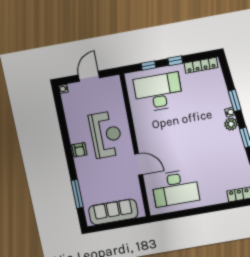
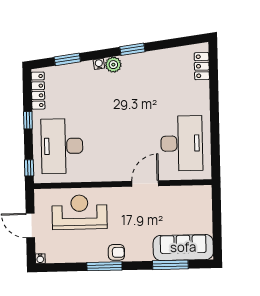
window: (149, 66) -> (29, 168), moved
window: (235, 100) -> (67, 59), moved
reception desk: (106, 135) -> (79, 212), moved
window: (66, 142) -> (104, 266), added
sofa: (113, 212) -> (183, 247), moved, turned 90

